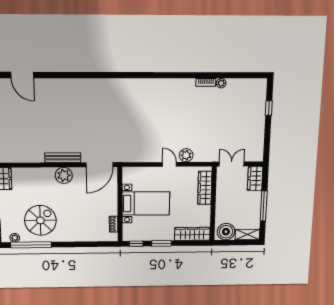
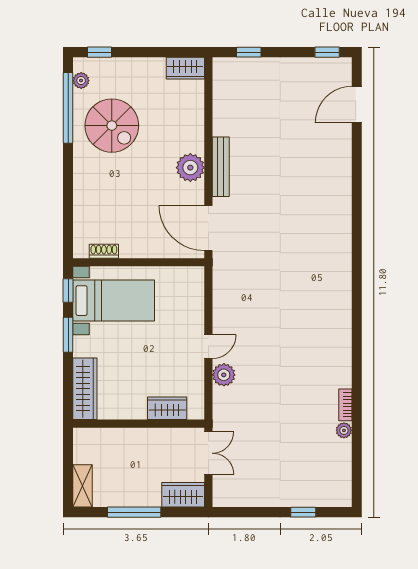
wardrobe: (205, 188) -> (167, 408), width x0.67
bed with nightstands: (146, 203) -> (114, 301), moved, turned -90
boiler: (226, 232) -> (88, 448), removed

